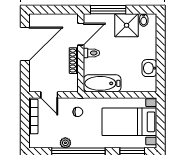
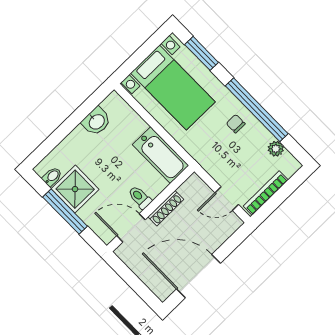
window: (108, 10) -> (65, 212), moved
door: (49, 95) -> (227, 199), swing flipped
chair: (78, 112) -> (236, 124), moved
plant: (65, 143) -> (276, 149), moved

